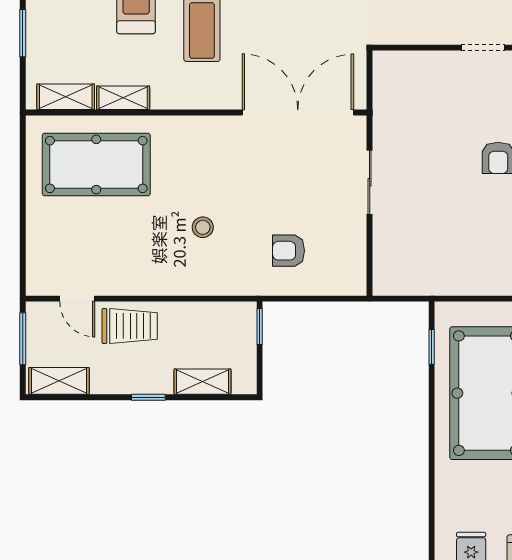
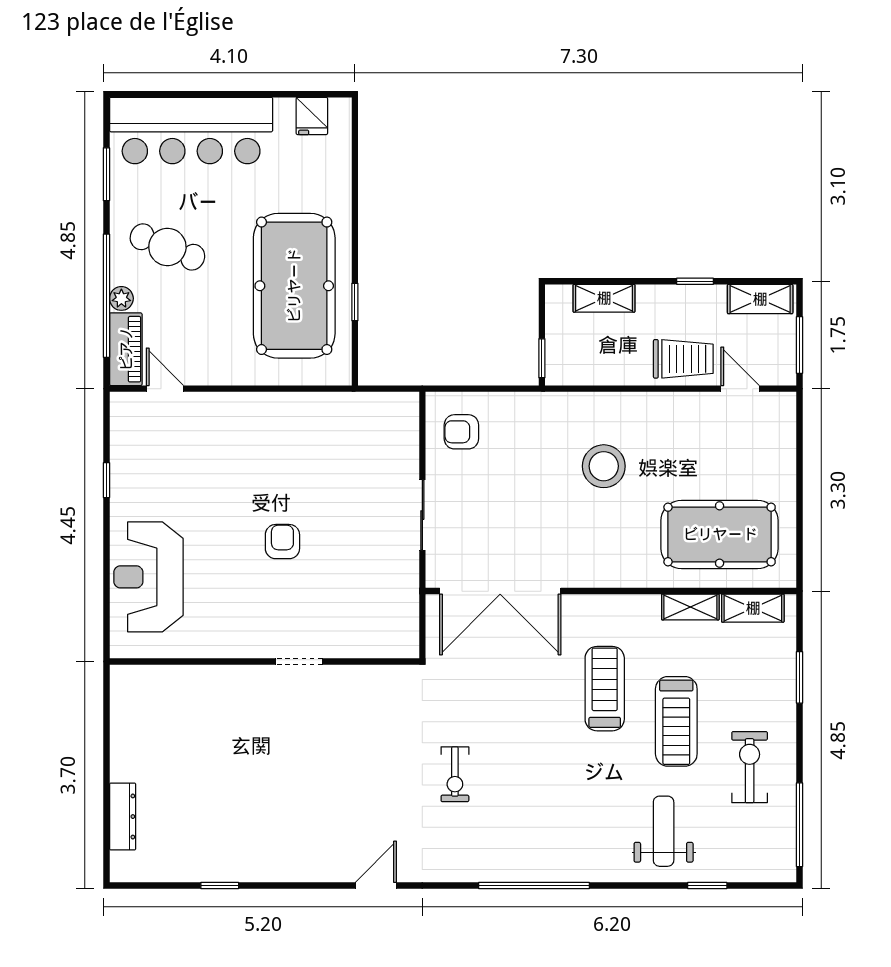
stool: (203, 227) -> (604, 466), width x1.89, depth x1.89
armchair: (289, 251) -> (461, 432), moved, turned 180
trolley: (130, 326) -> (683, 359), turned 180
window: (432, 347) -> (355, 302), moved
window: (148, 397) -> (695, 281), moved

